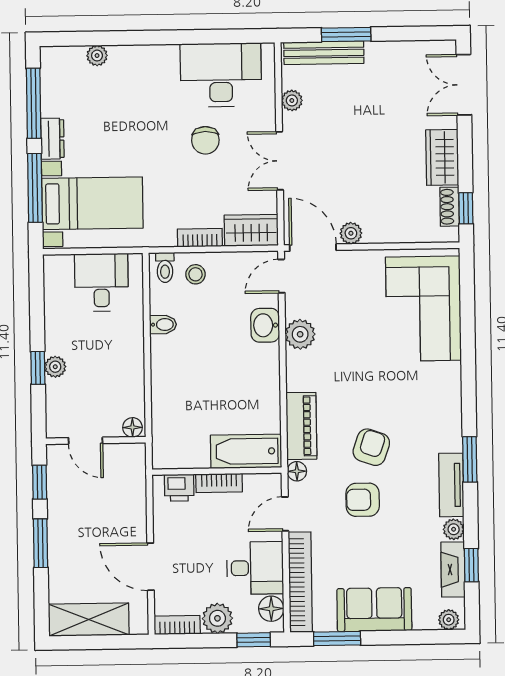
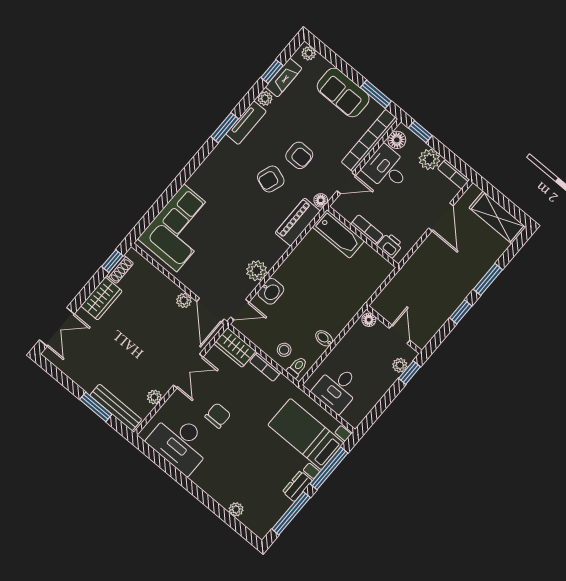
floor lamp: (132, 427) -> (369, 320), moved
door: (86, 441) -> (399, 334), moved
wall: (96, 441) -> (394, 330), moved

